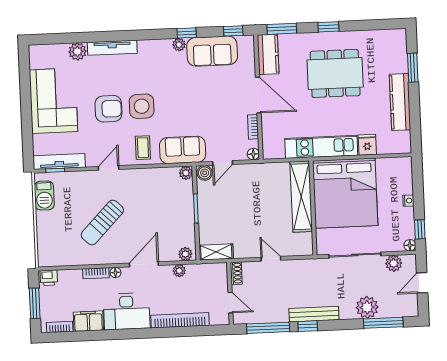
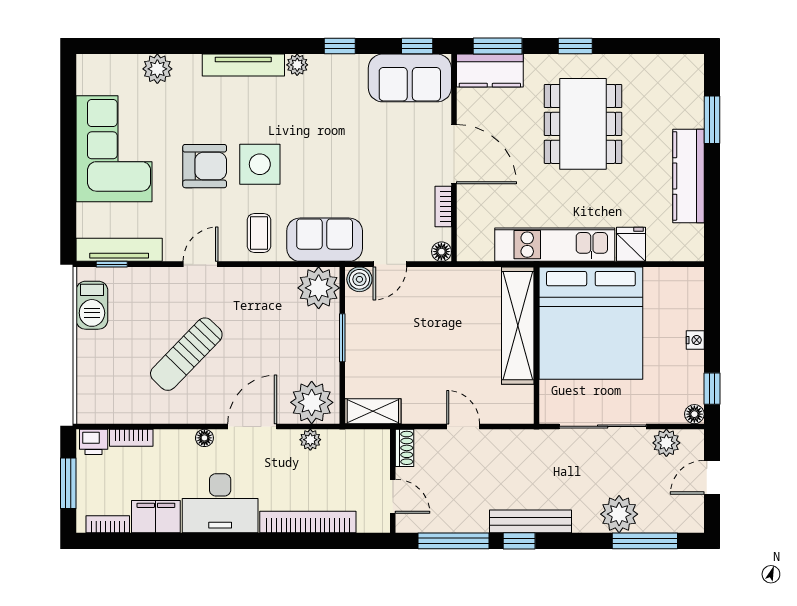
plant: (179, 45) -> (297, 65), moved
tv unit: (112, 48) -> (243, 65), moved
sofa: (212, 51) -> (410, 78), moved
kitchen counter: (268, 54) -> (490, 71), moved, turned 90
dining table: (335, 73) -> (583, 124), turned 90
plant: (186, 173) -> (319, 288), width x1.88, depth x1.88
plant: (185, 254) -> (312, 402), width x1.87, depth x1.87
bookcase: (96, 273) -> (131, 438), moved

